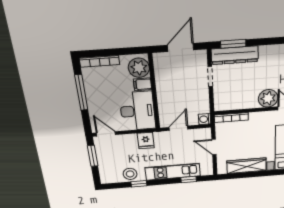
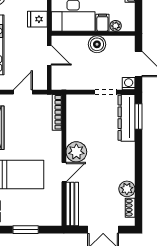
plant: (139, 68) -> (116, 26), width x0.53, depth x0.53
boiler: (164, 88) -> (97, 44), added
washing machine: (205, 119) -> (129, 84), moved

